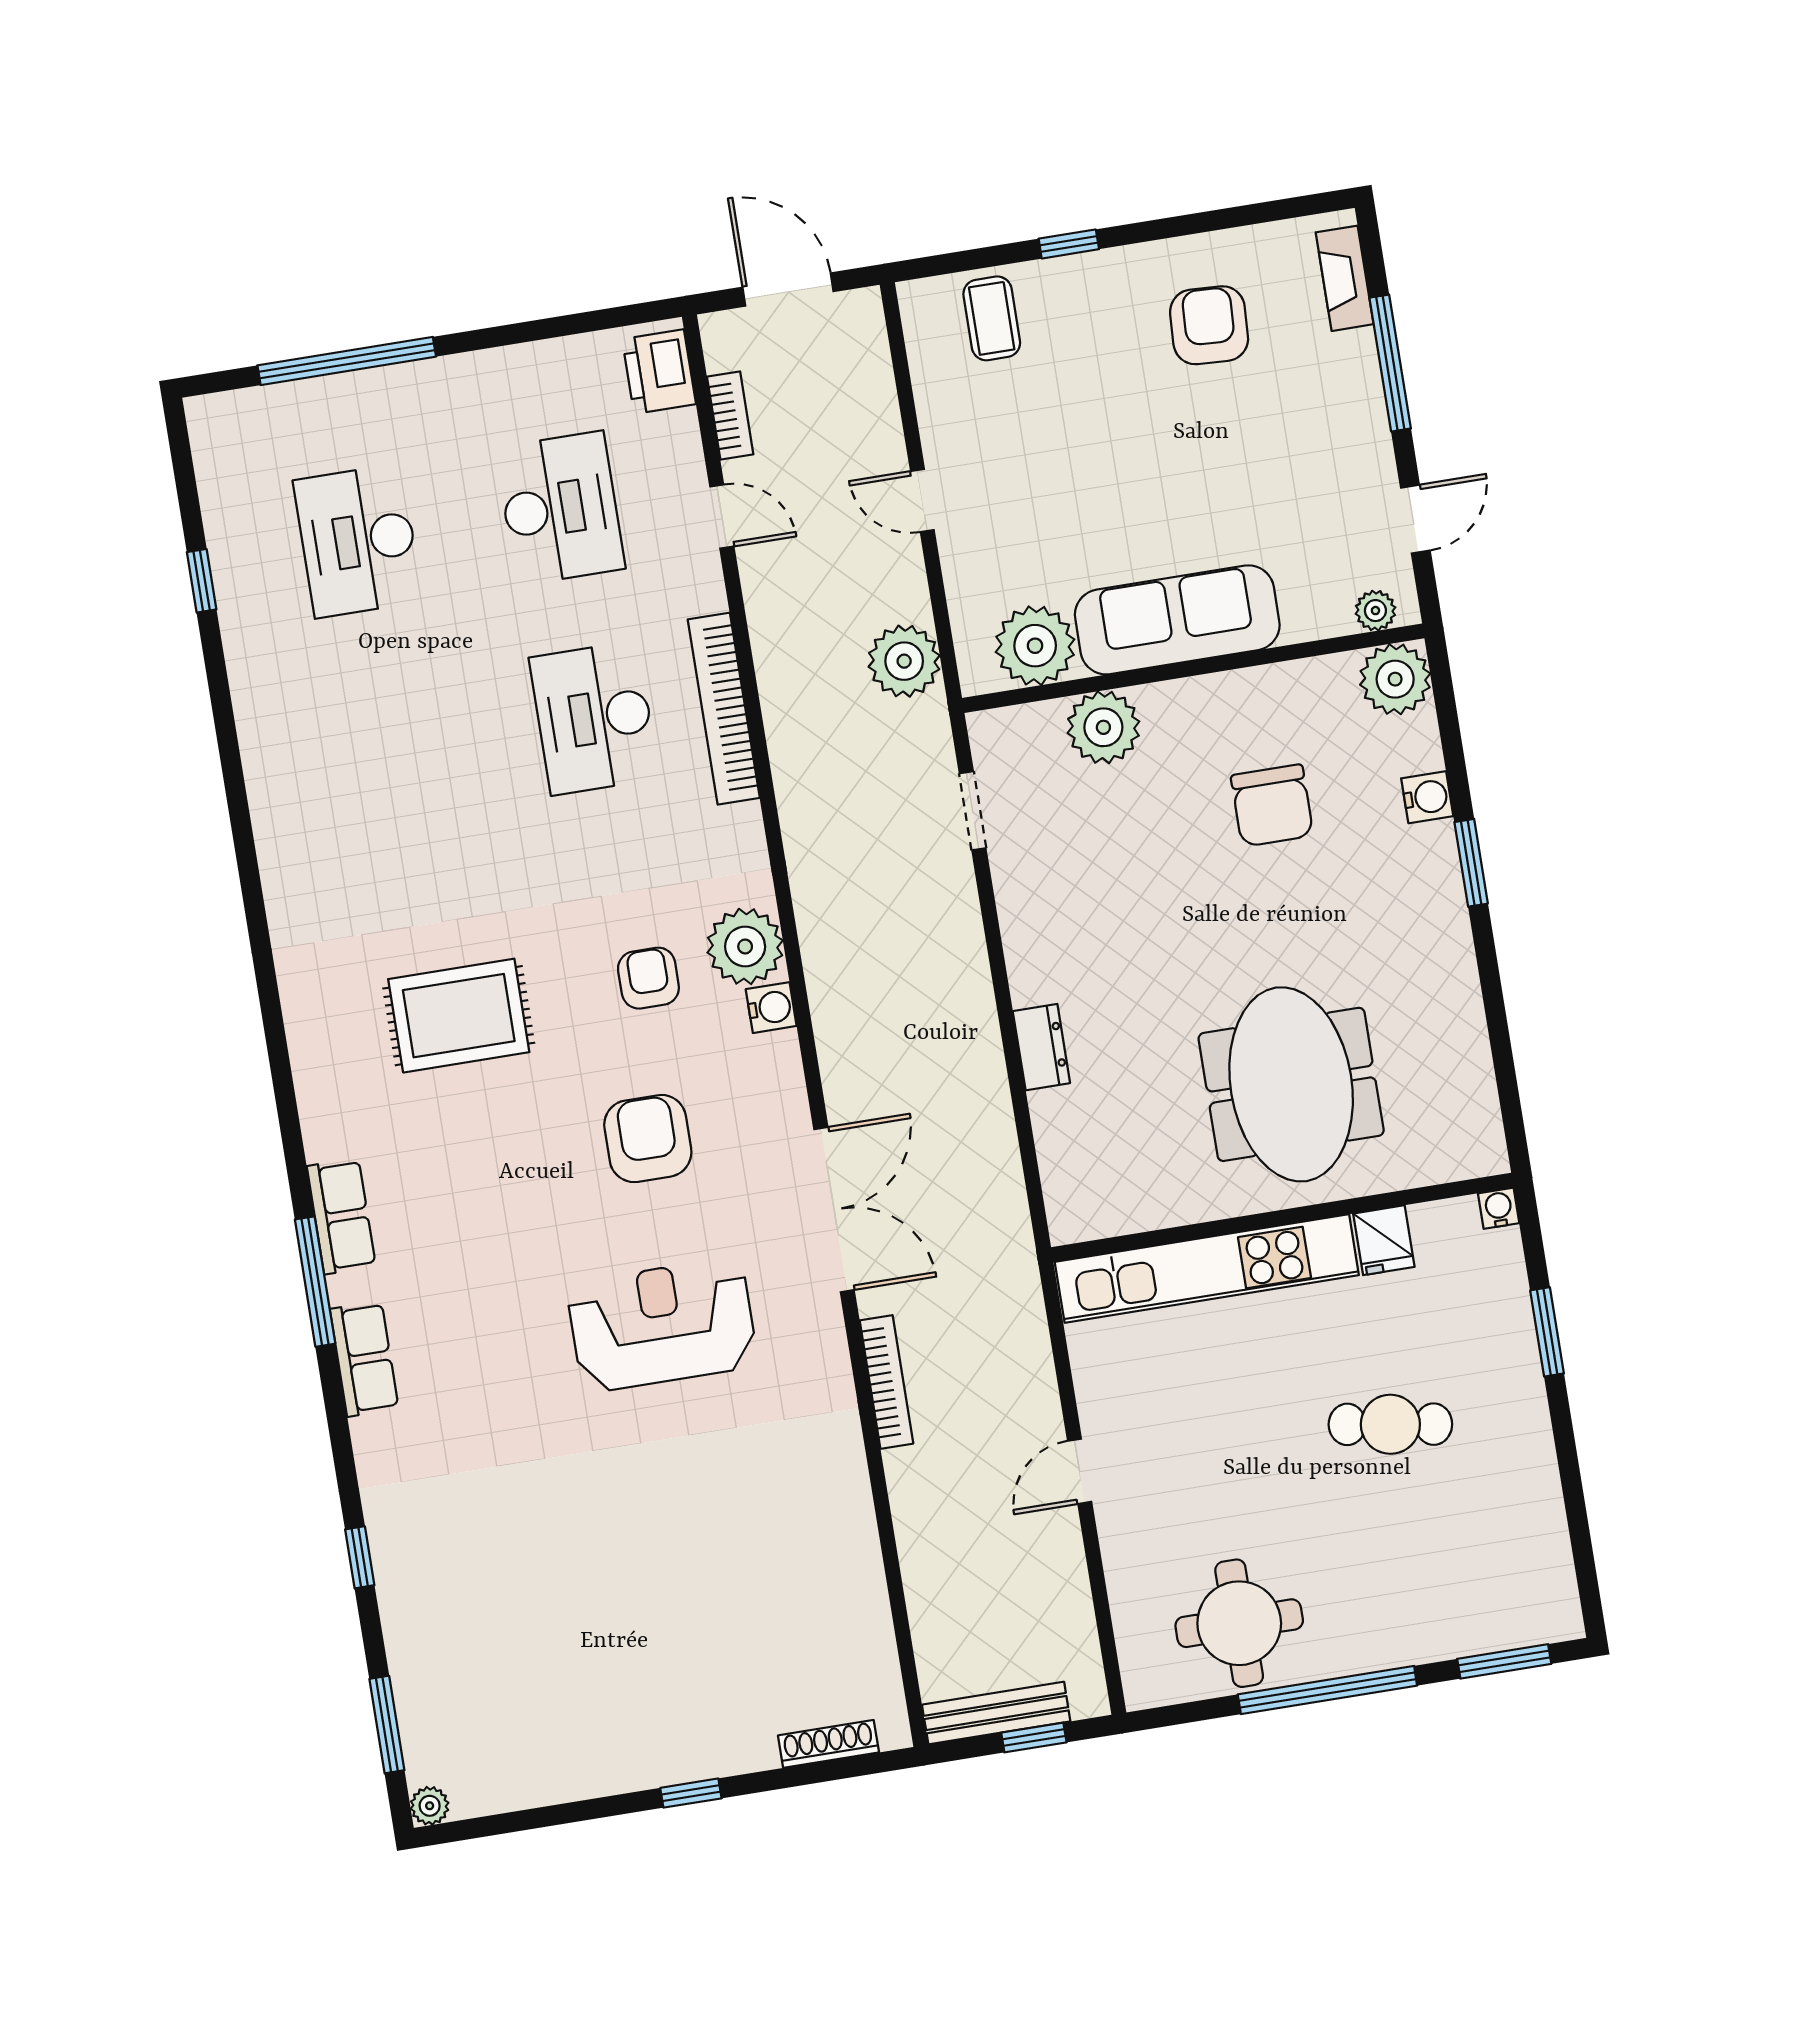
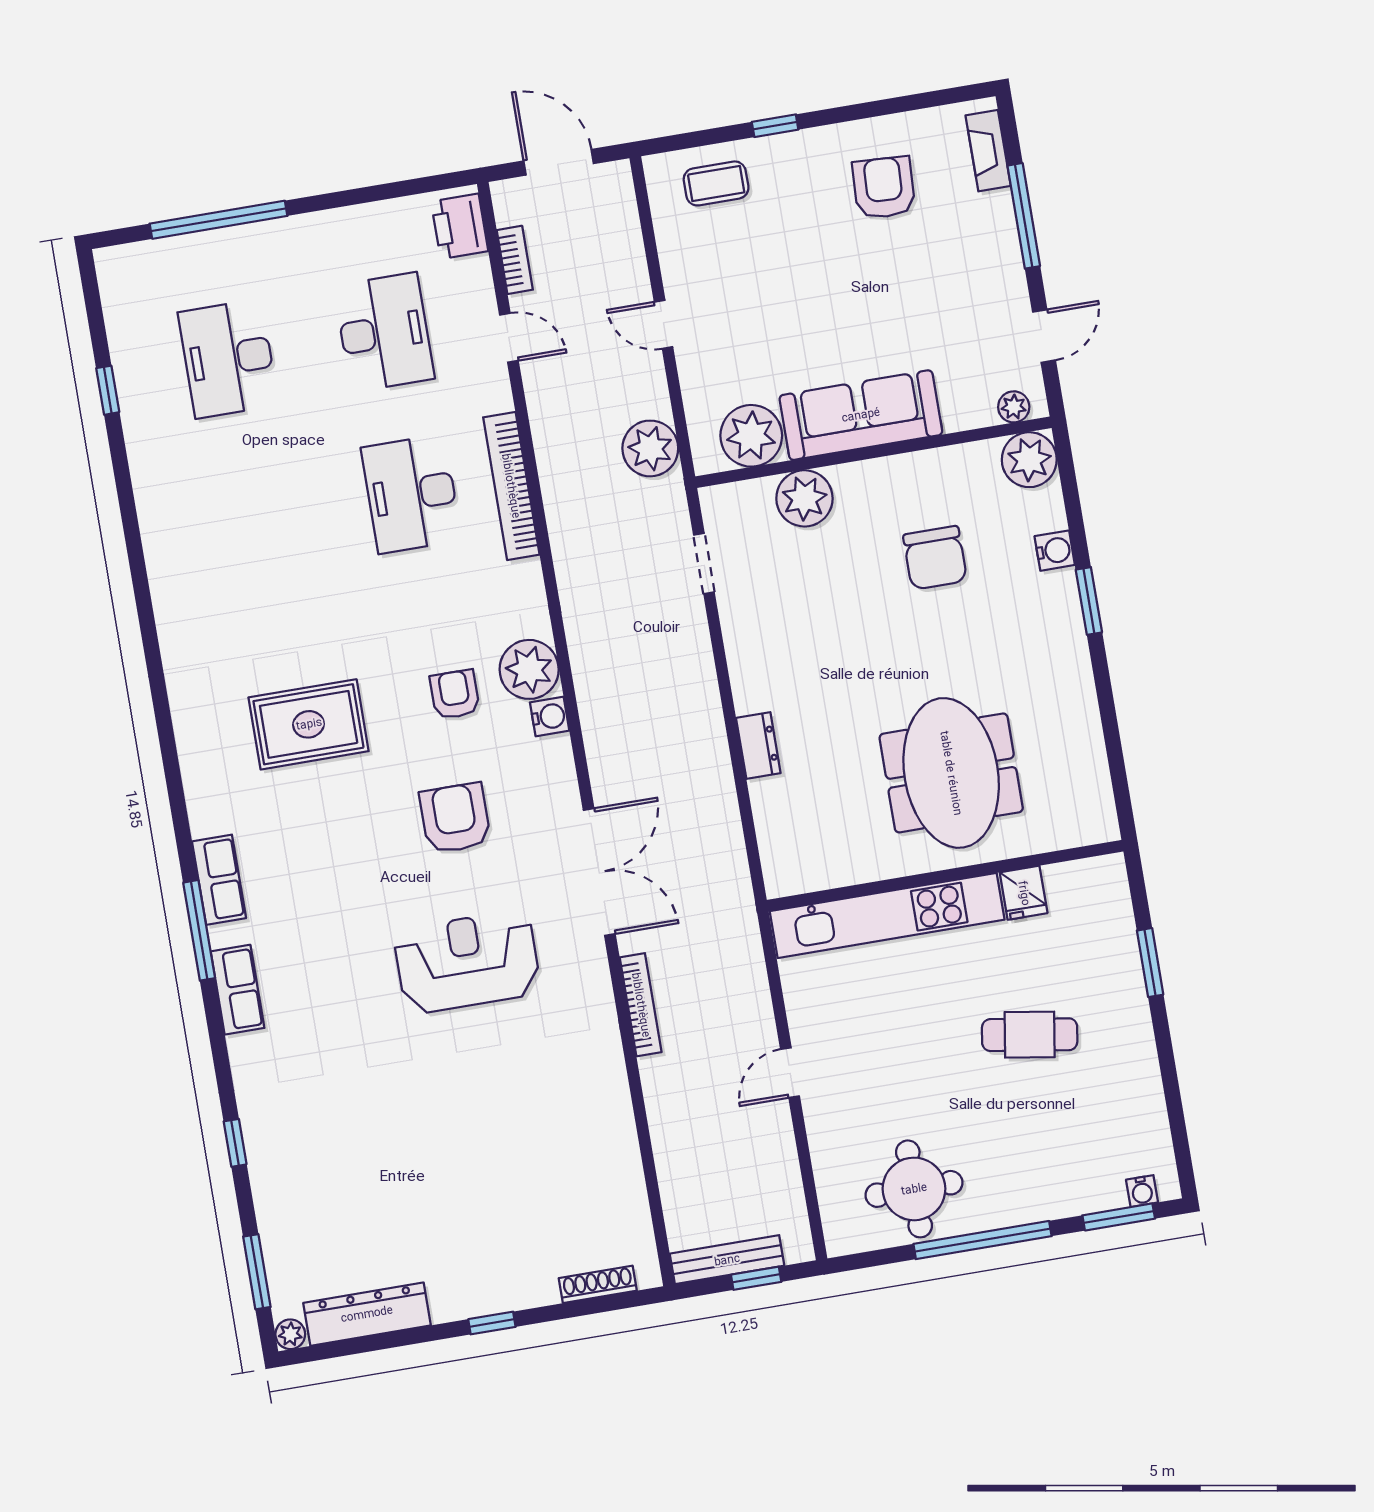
coffee table: (992, 318) -> (716, 183), turned 90
water cooler: (1499, 1208) -> (1142, 1191), moved, turned 180
dresser: (529, 1781) -> (367, 1314), added

